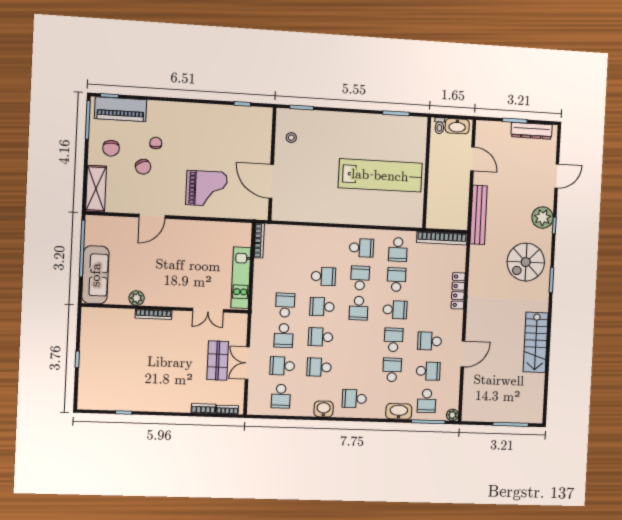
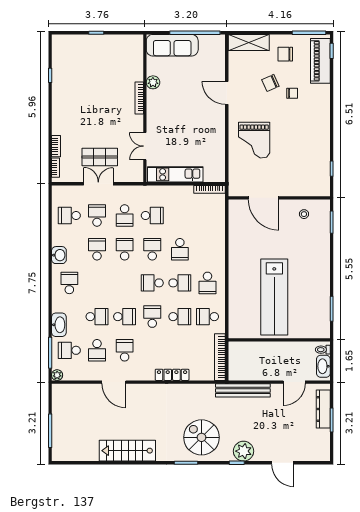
dresser: (532, 131) -> (323, 409), moved
door: (271, 181) -> (264, 198), swing flipped
school desk: (395, 310) -> (152, 317), turned 180
school desk: (284, 336) -> (125, 216), turned -90

